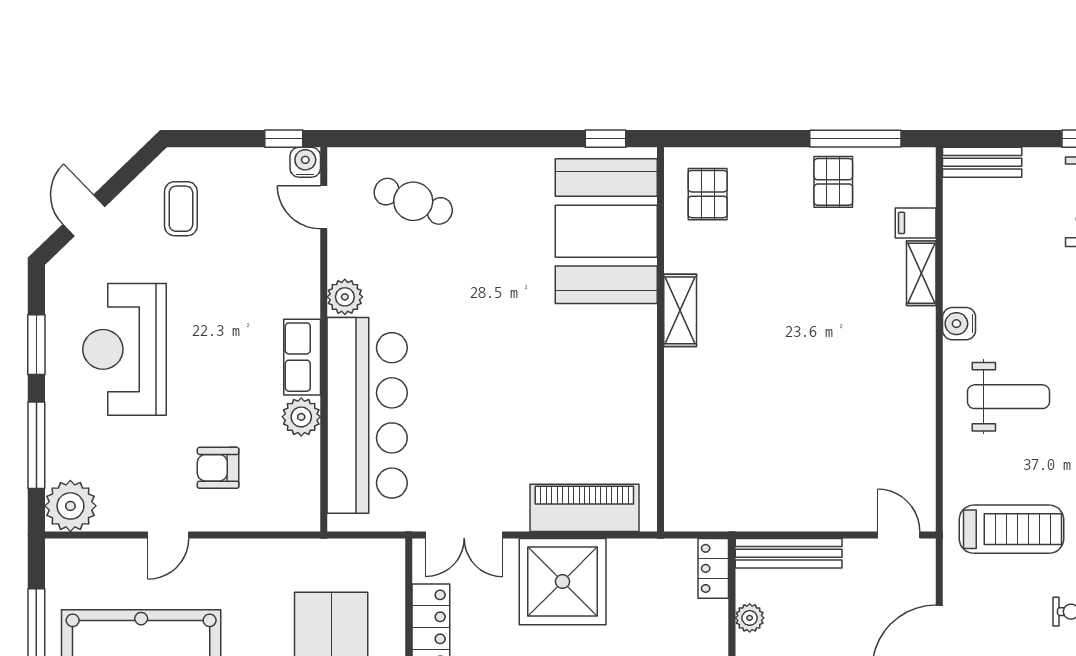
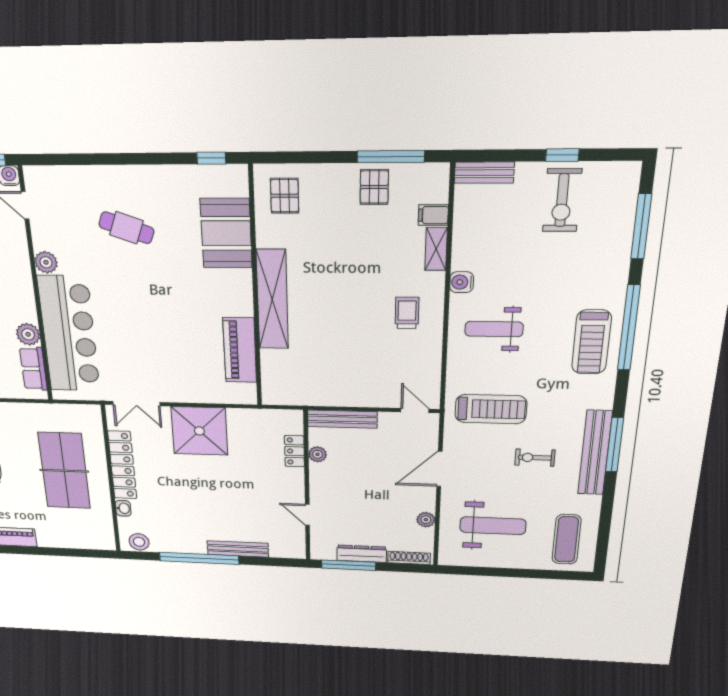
cafe table: (413, 201) -> (126, 228), moved
booth: (606, 231) -> (226, 233), width x0.73, depth x0.70
shelving: (680, 310) -> (272, 300), width x2.20, depth x1.33
row of seats: (302, 357) -> (33, 369), moved
trolley: (883, 373) -> (407, 313), added
weight bench: (1009, 397) -> (494, 329), turned 180
piano: (584, 508) -> (240, 350), moved, turned -90
locker: (713, 568) -> (294, 451), moved

